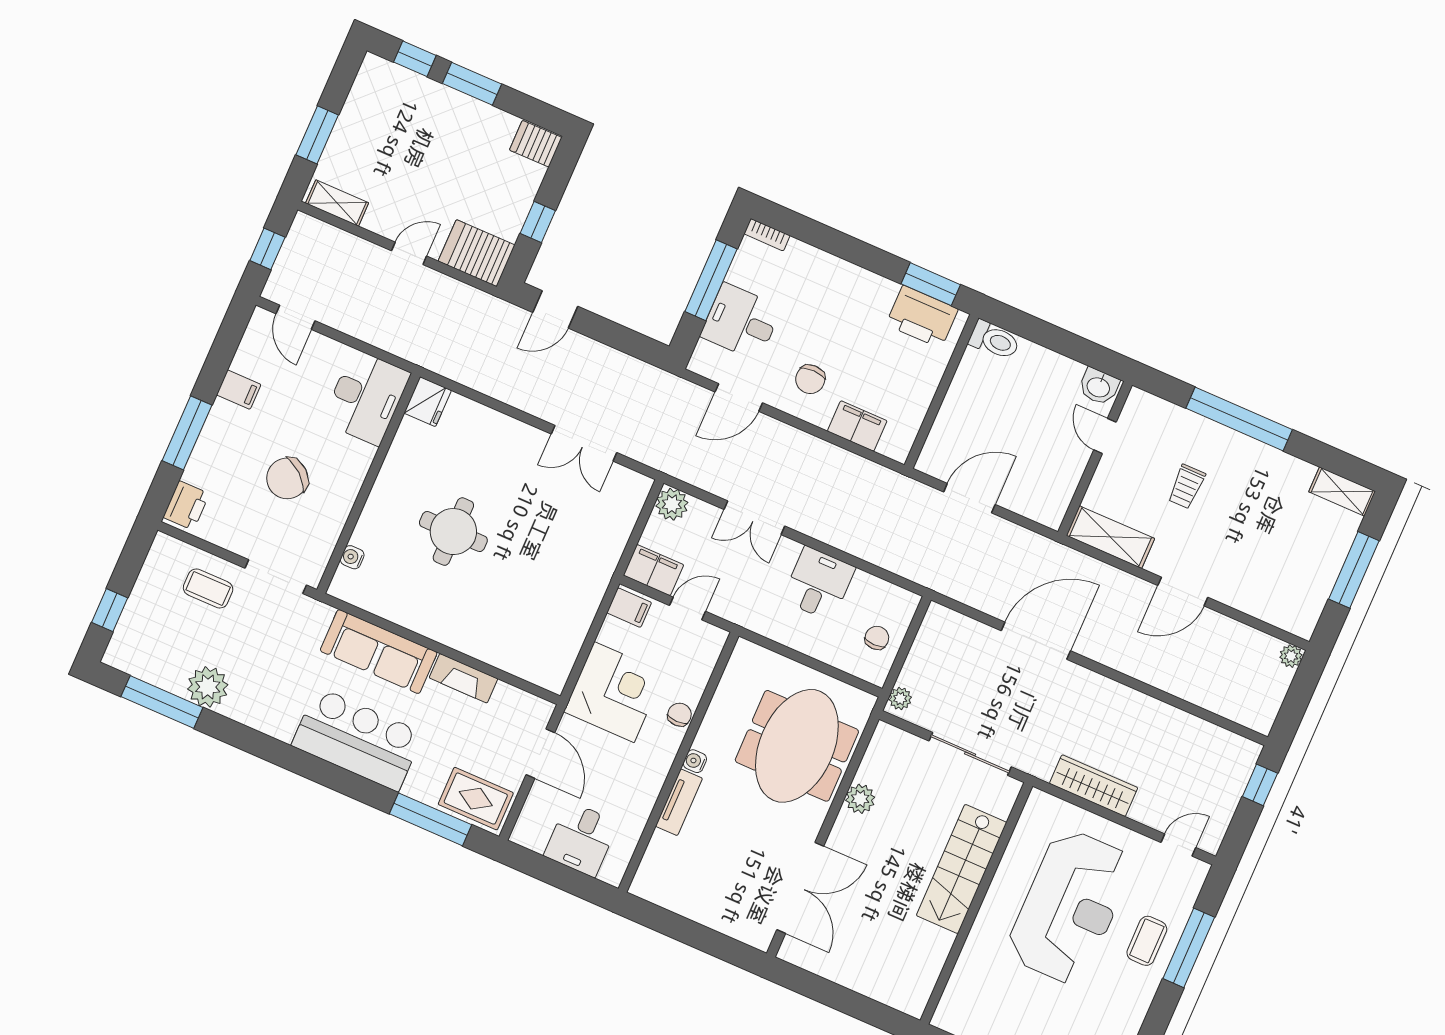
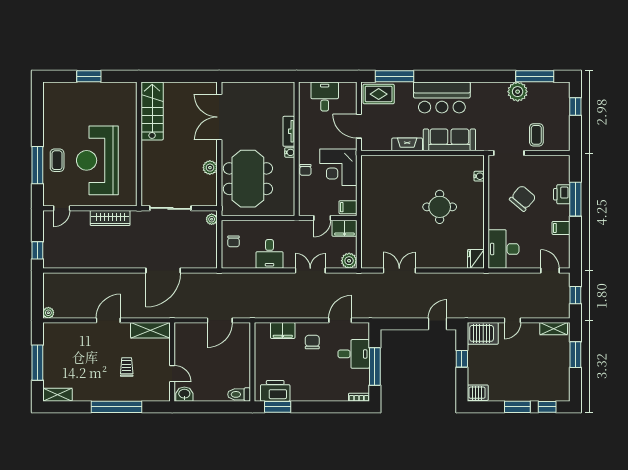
printer: (186, 505) -> (562, 194), moved
coffee table: (208, 588) -> (536, 135), turned 90
stairs: (962, 869) -> (152, 111), moved

